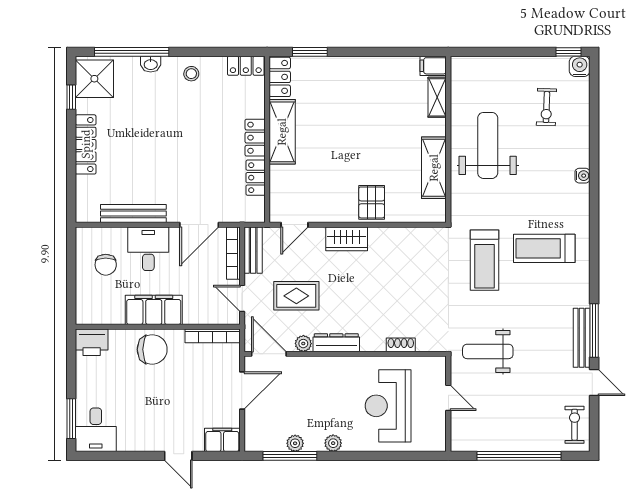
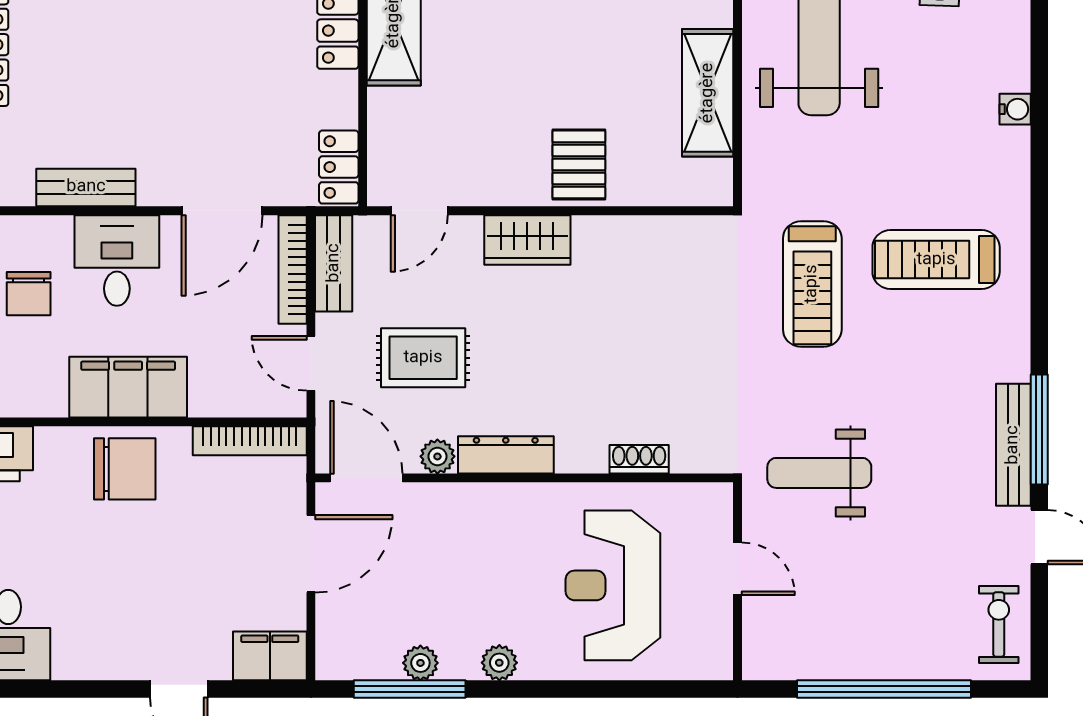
locker: (256, 178) -> (339, 167), moved
bench: (133, 213) -> (86, 187), width x0.73

